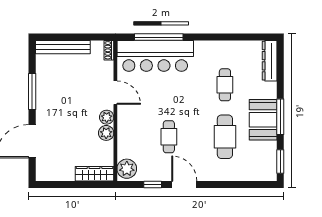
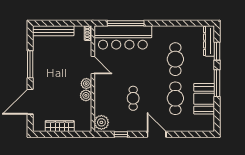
cafe table: (225, 85) -> (175, 59), width x1.37, depth x1.35
booth: (263, 120) -> (204, 99), moved
window: (280, 162) -> (217, 51), moved
wardrobe: (95, 174) -> (60, 126), moved
door: (184, 185) -> (157, 134), moved

